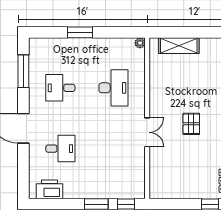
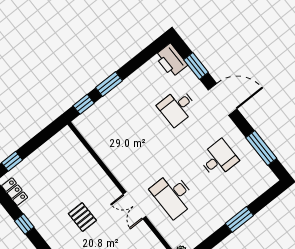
double door: (147, 132) -> (135, 205), moved
window: (23, 167) -> (196, 66), added
printer: (49, 189) -> (171, 60), moved, turned 90

